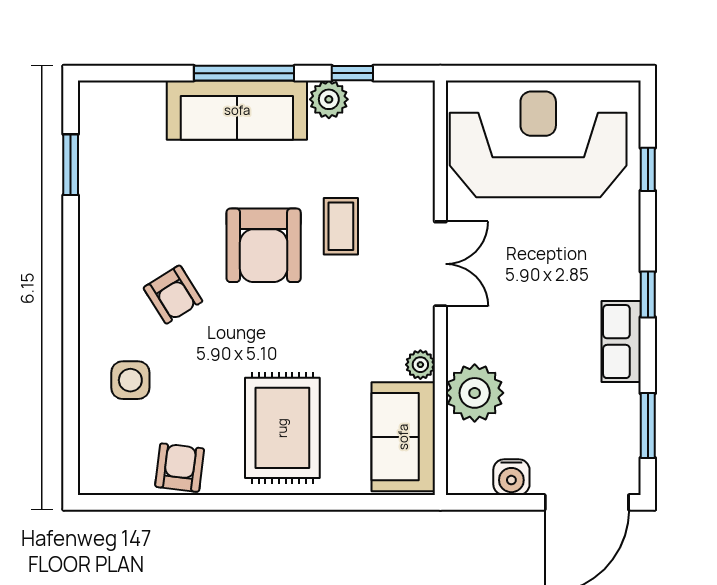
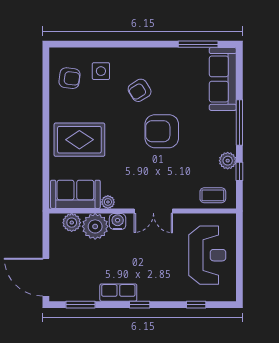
sofa: (237, 110) -> (223, 79), moved
reception desk: (538, 144) -> (207, 255), width x0.74, depth x0.77
window: (71, 165) -> (198, 44), width x1.44
coffee table: (341, 226) -> (213, 195), moved
plant: (466, 445) -> (72, 223), added
armchair: (180, 468) -> (70, 78), moved
water cooler: (511, 477) -> (118, 222), moved, turned 90

